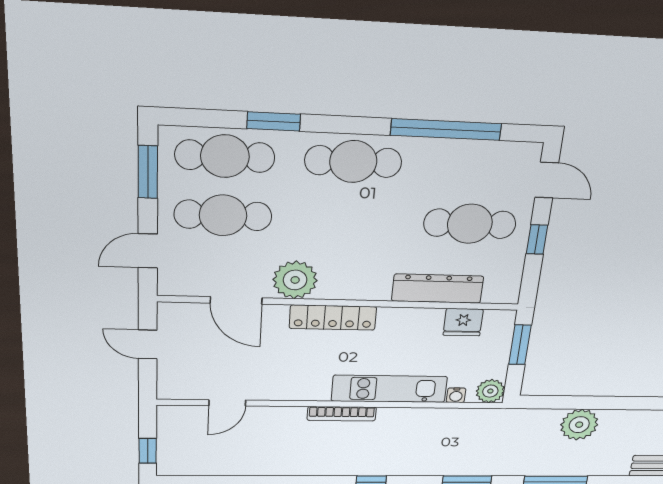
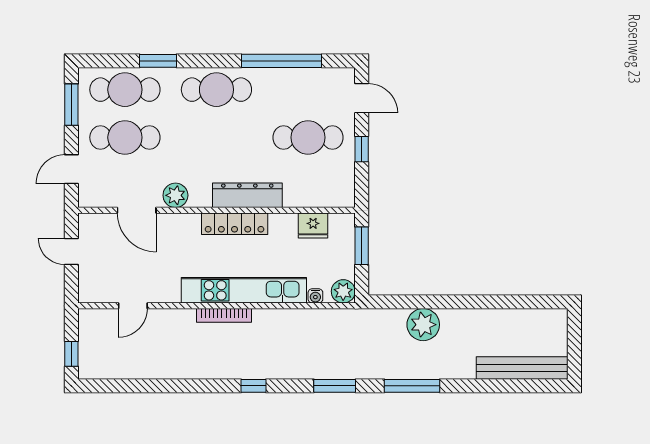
plant: (295, 280) -> (175, 195), width x0.73, depth x0.73
dresser: (438, 289) -> (247, 195), moved
locker: (333, 318) -> (235, 224), moved
kitchen unit: (389, 389) -> (244, 290), width x1.36

